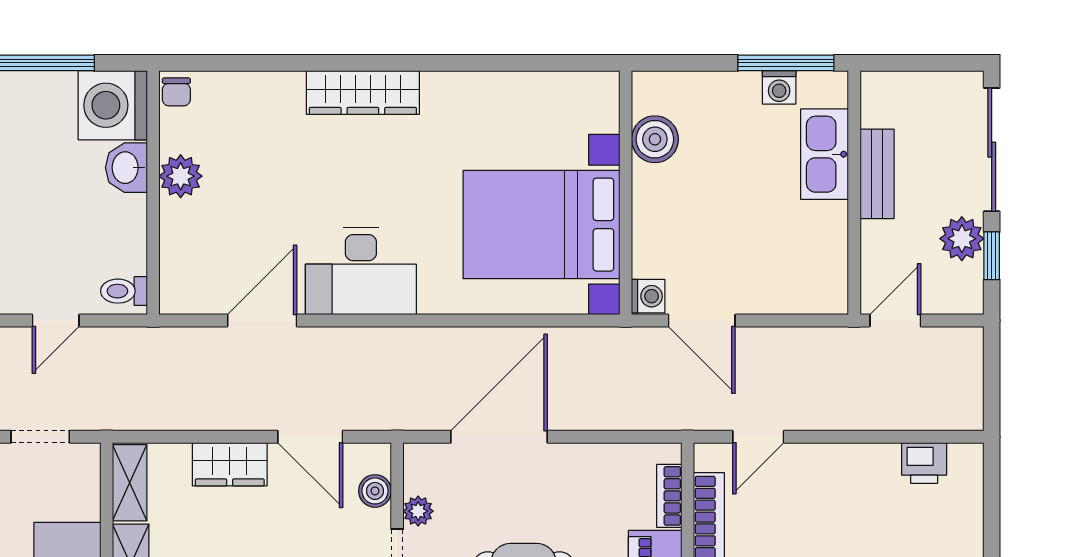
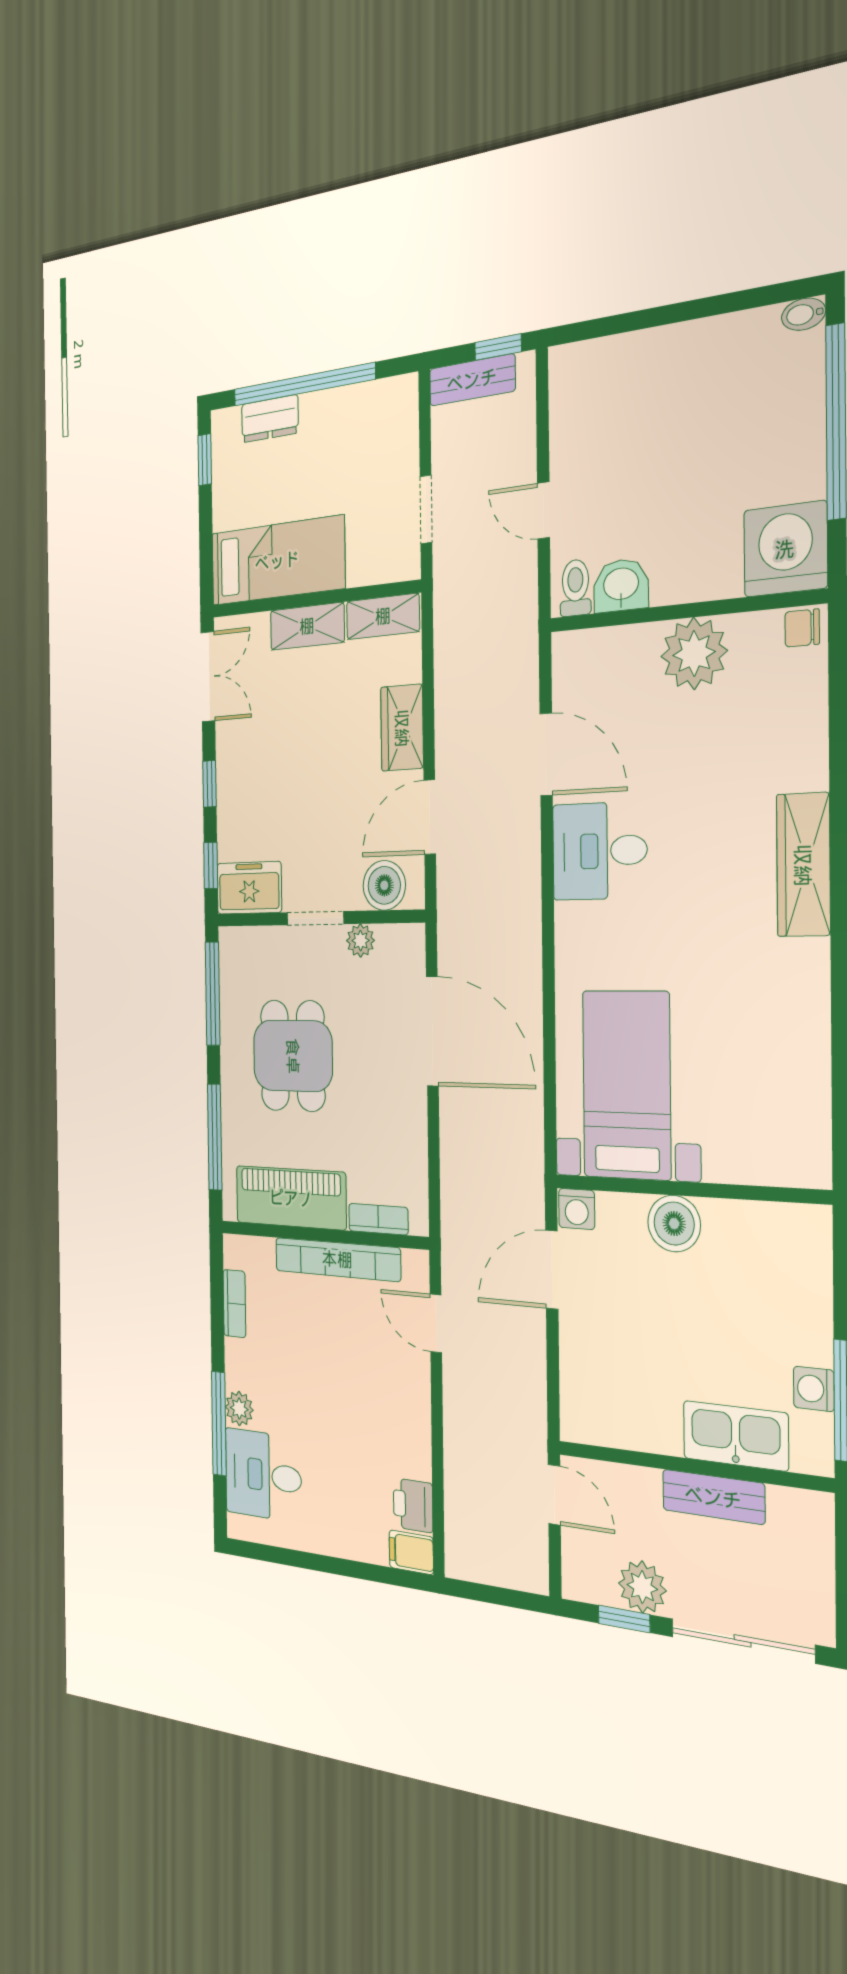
boiler: (655, 139) -> (674, 1224), moved
washbasin: (126, 168) -> (621, 585), moved
plant: (181, 176) -> (694, 653), width x1.36, depth x1.36
bed with nightstands: (541, 225) -> (627, 1085), width x0.73
desk: (361, 271) -> (600, 851), width x0.73
filing cabinet: (967, 465) -> (411, 1552), added
boiler: (375, 491) -> (384, 885), width x1.36, depth x1.36

